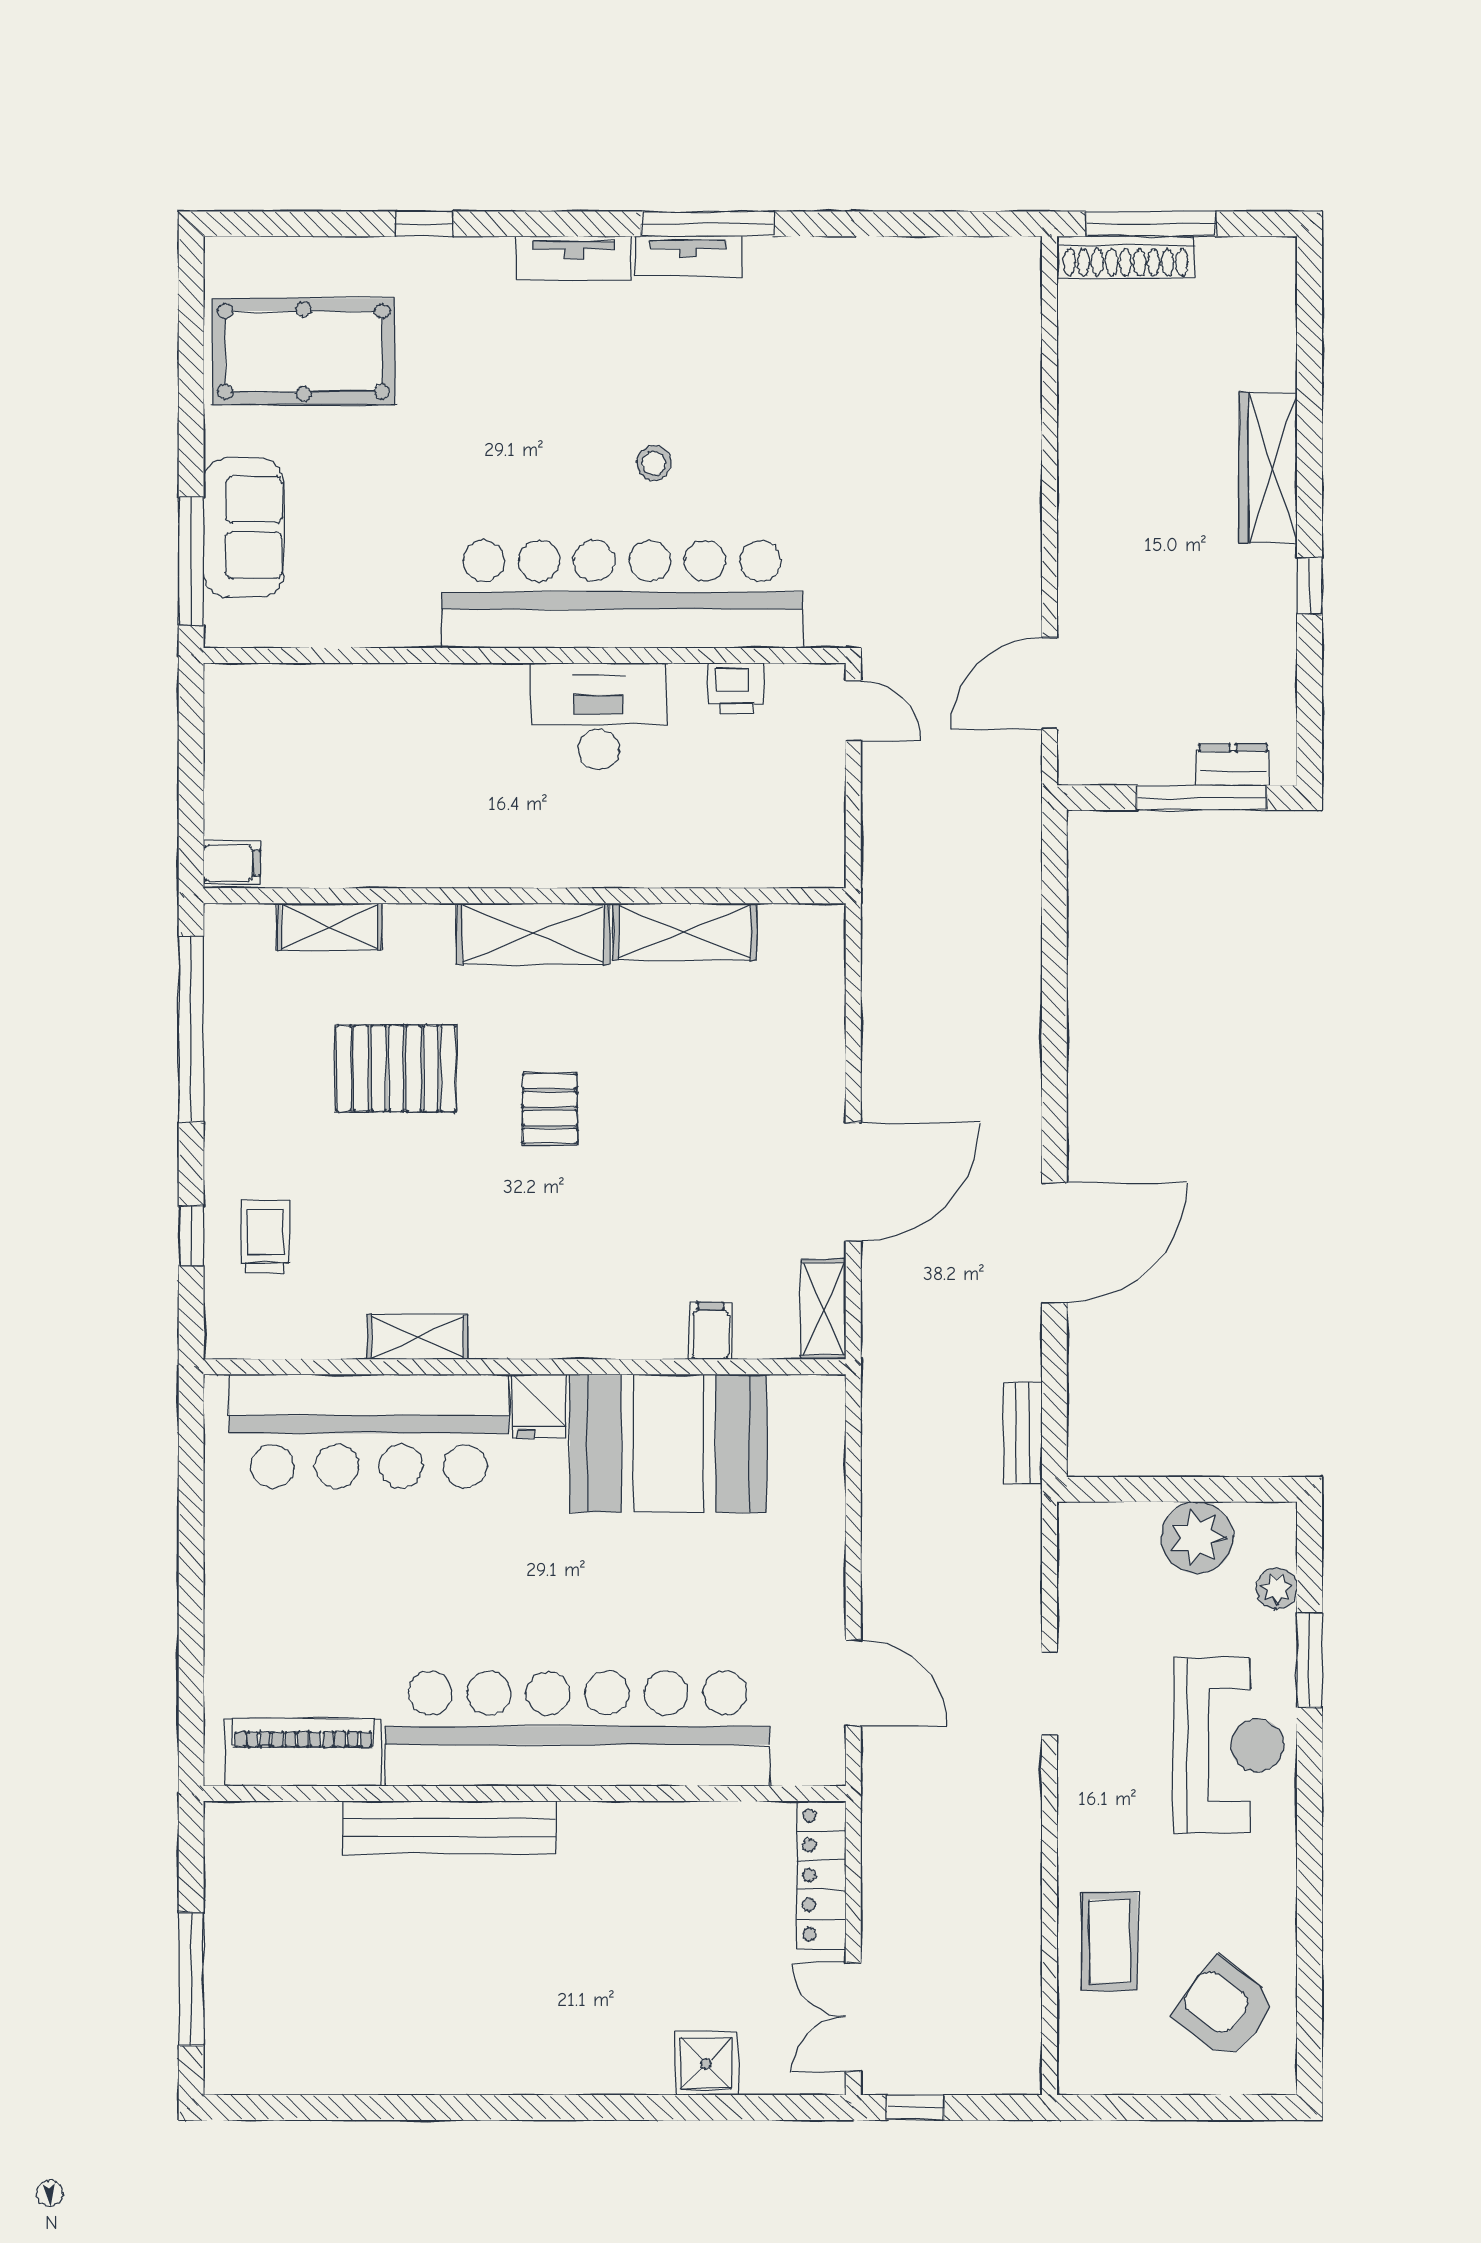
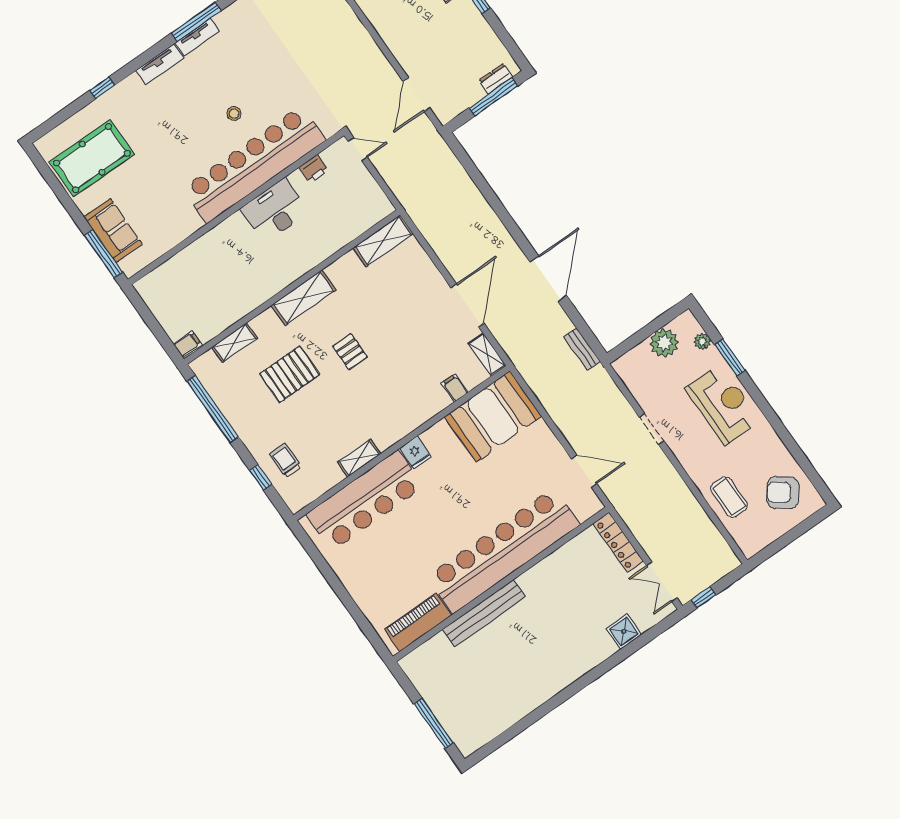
shelving: (685, 932) -> (383, 241), moved
booth: (668, 1443) -> (493, 417), moved

